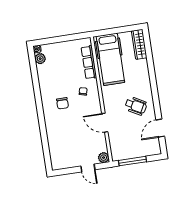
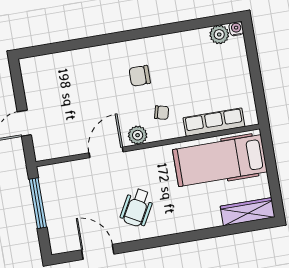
plant: (104, 158) -> (138, 135), moved

